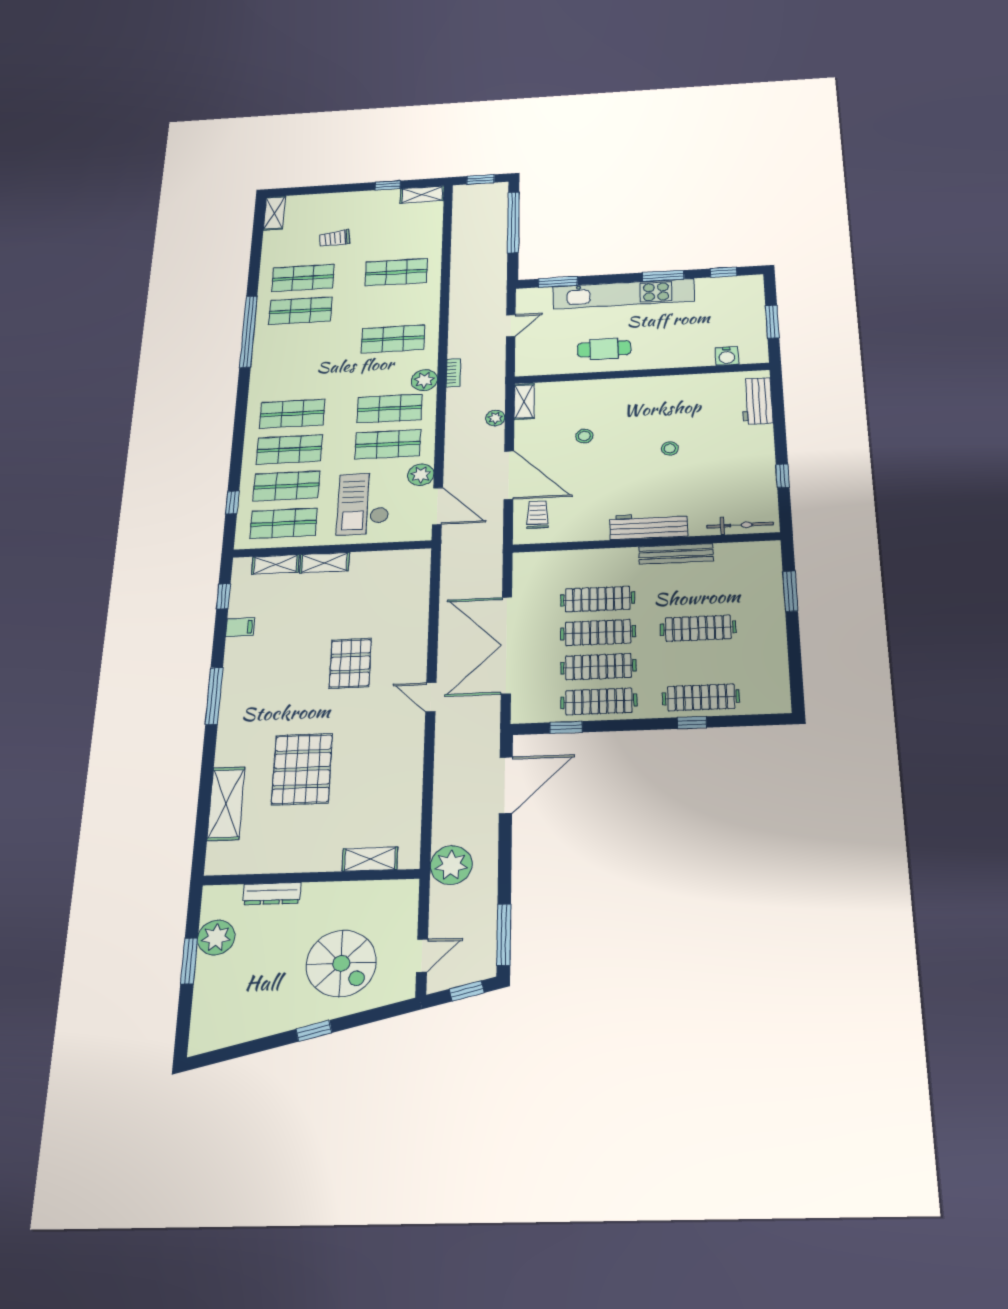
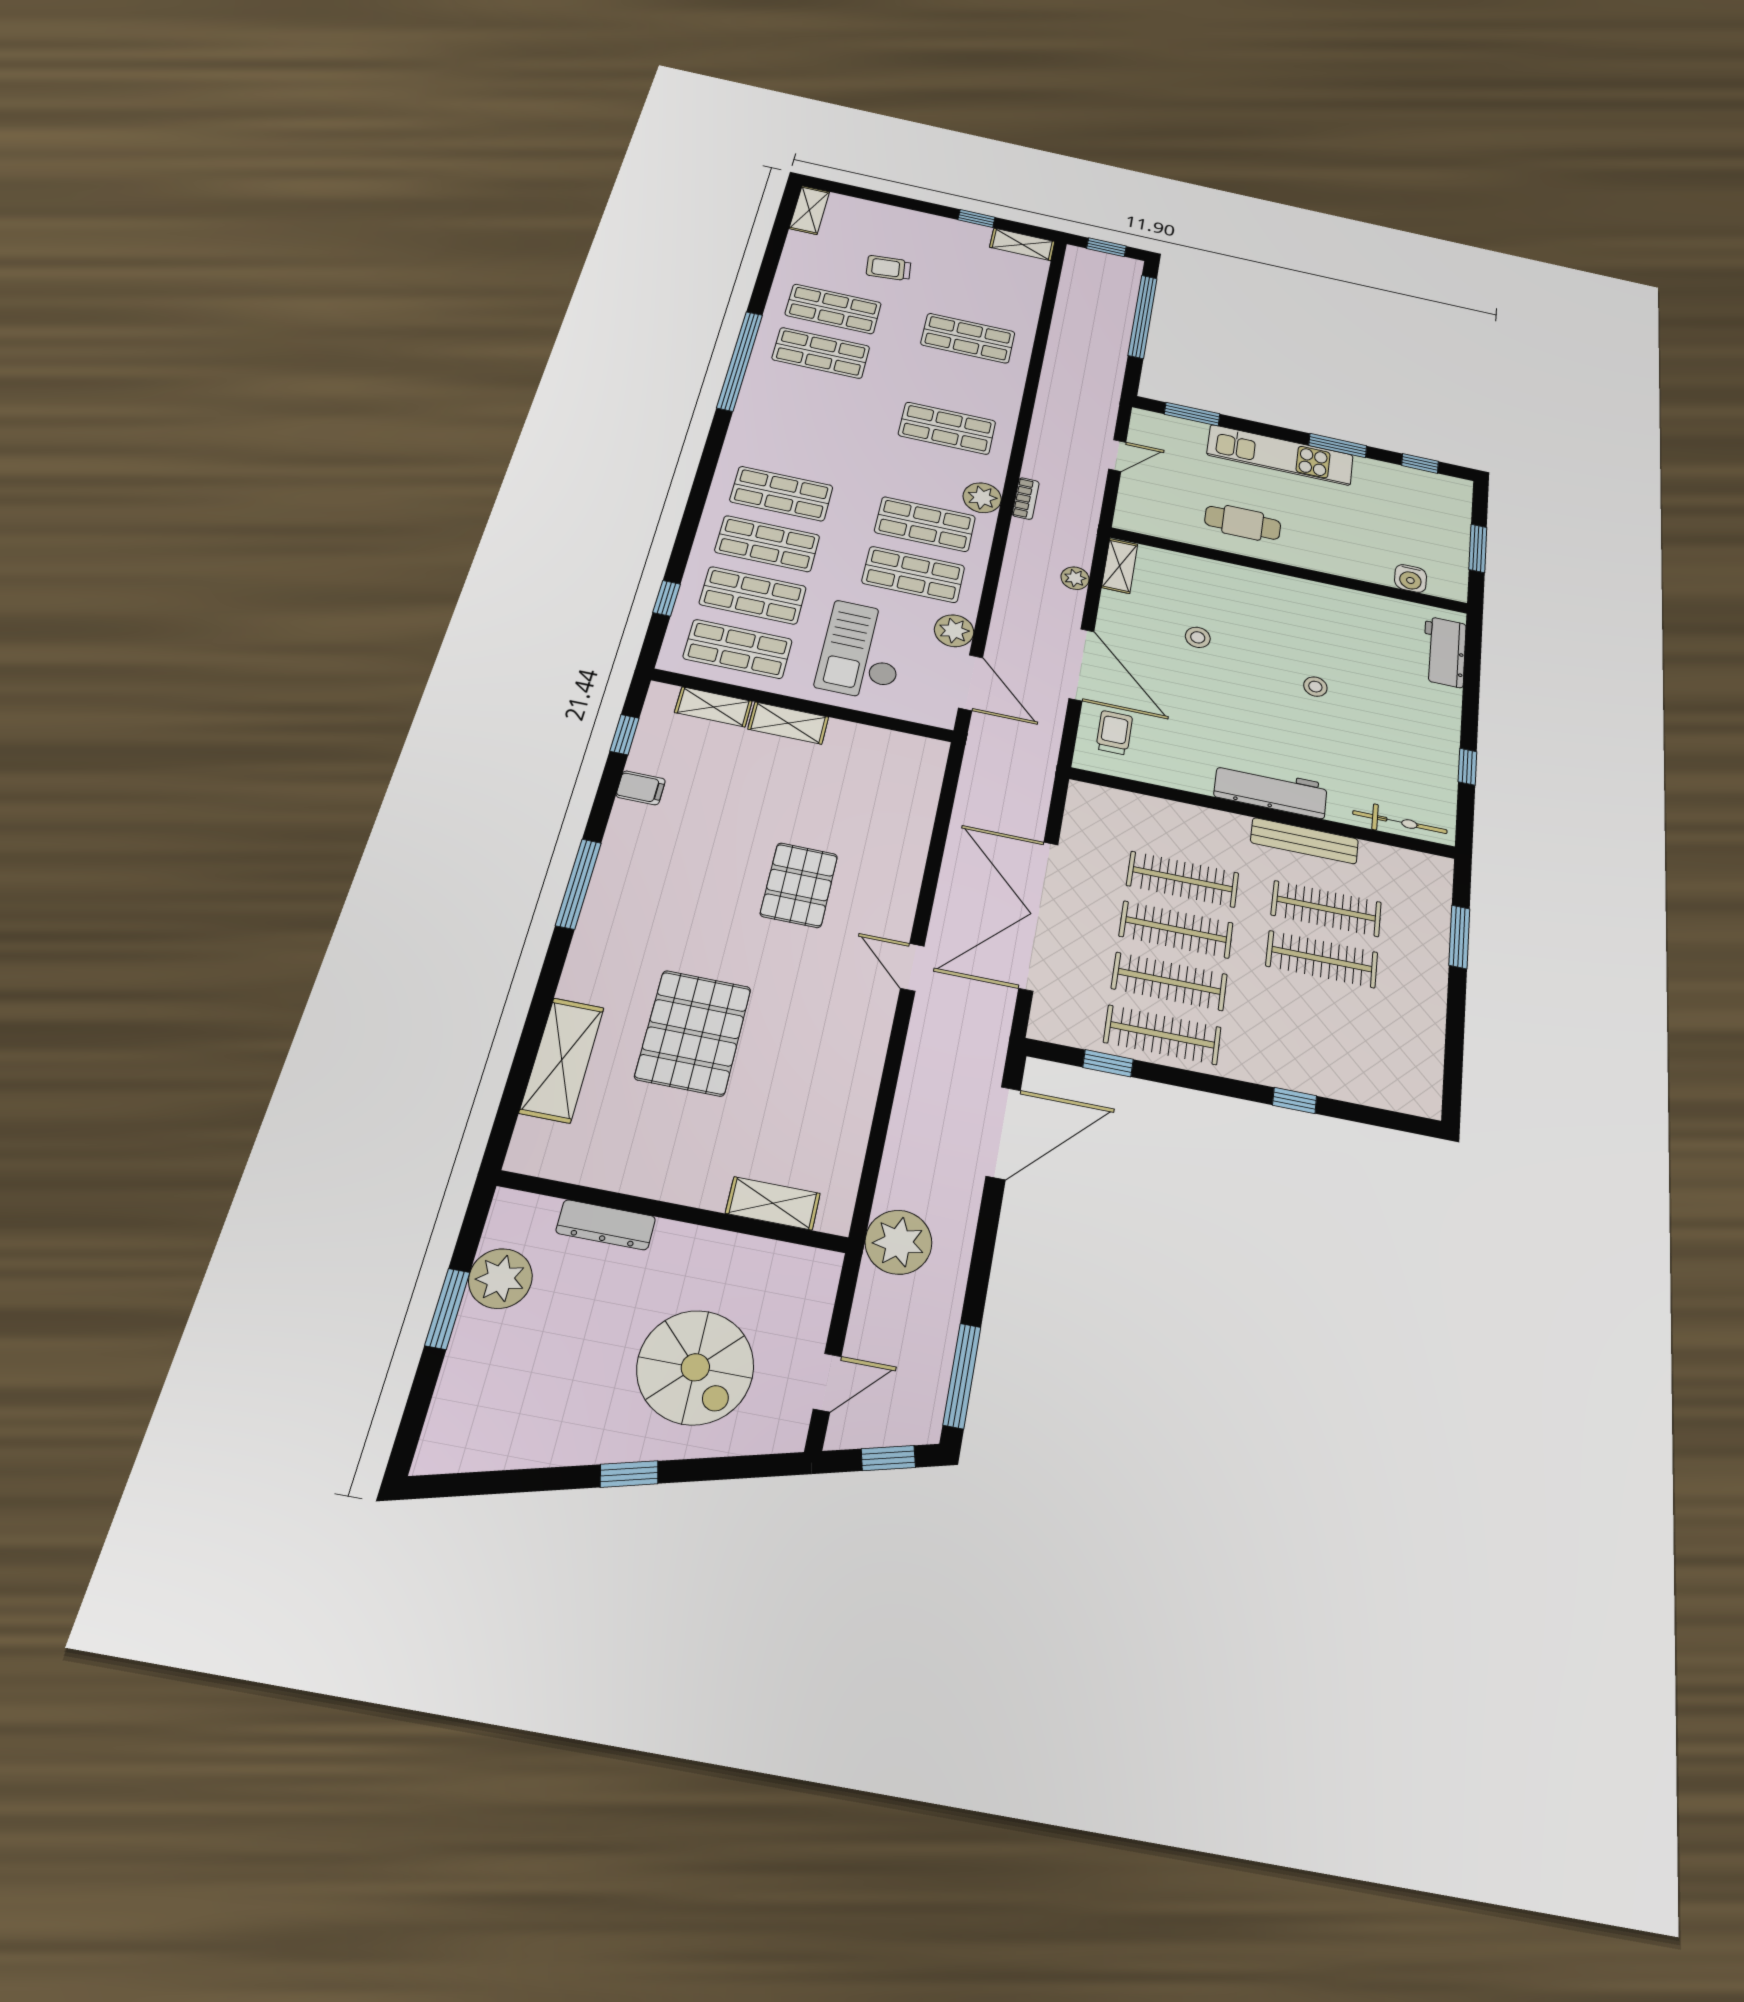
kitchen unit: (624, 294) -> (1280, 455), width x0.73
clothes rail: (701, 697) -> (1326, 909), moved

